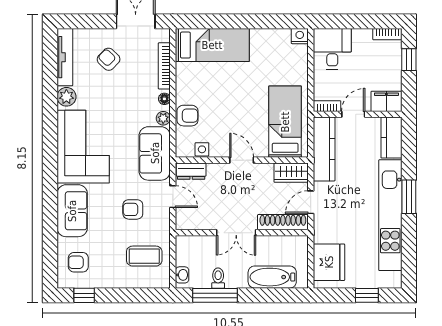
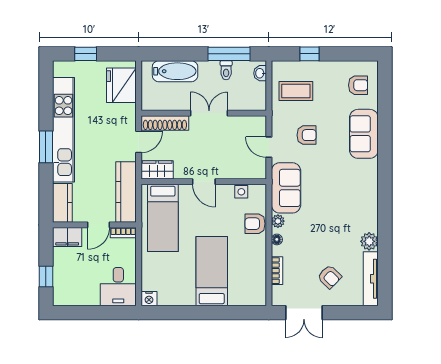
bookcase: (387, 34) -> (66, 300), removed
bed: (212, 45) -> (212, 271), moved, turned 90
bookcase: (164, 66) -> (277, 271), width x0.64
corner sofa: (83, 147) -> (354, 194), removed
dresser: (191, 171) -> (252, 171), removed
window: (84, 295) -> (309, 54), moved

